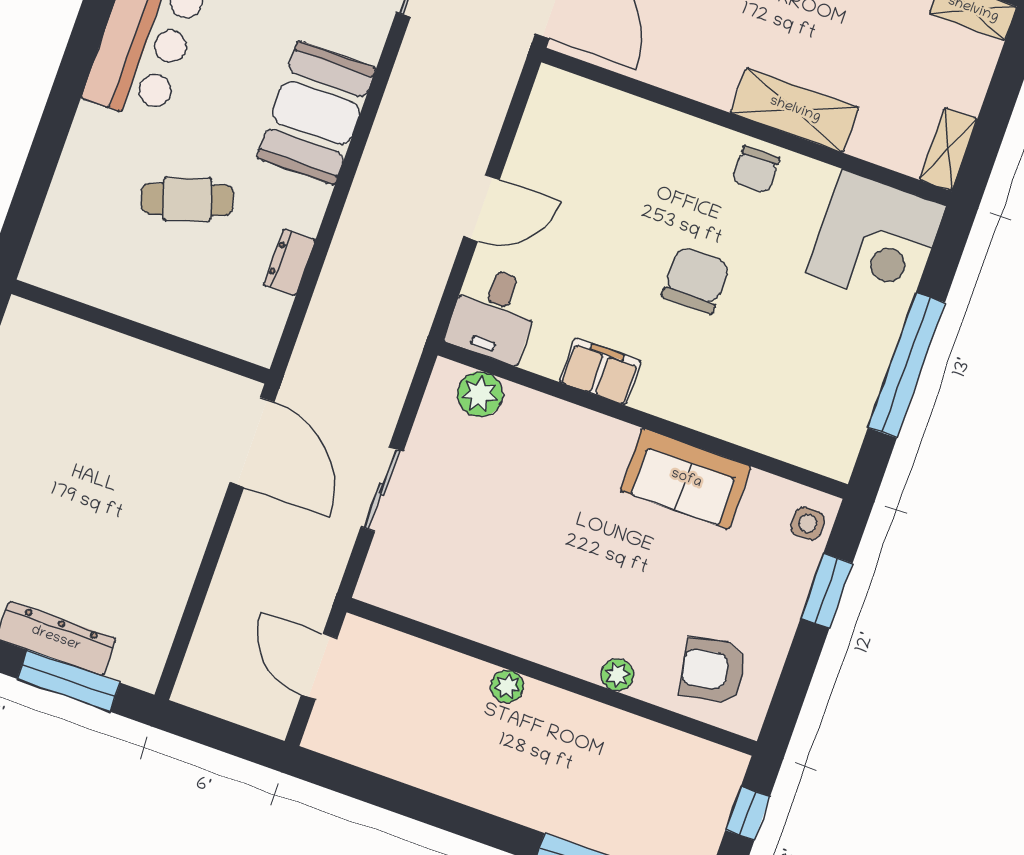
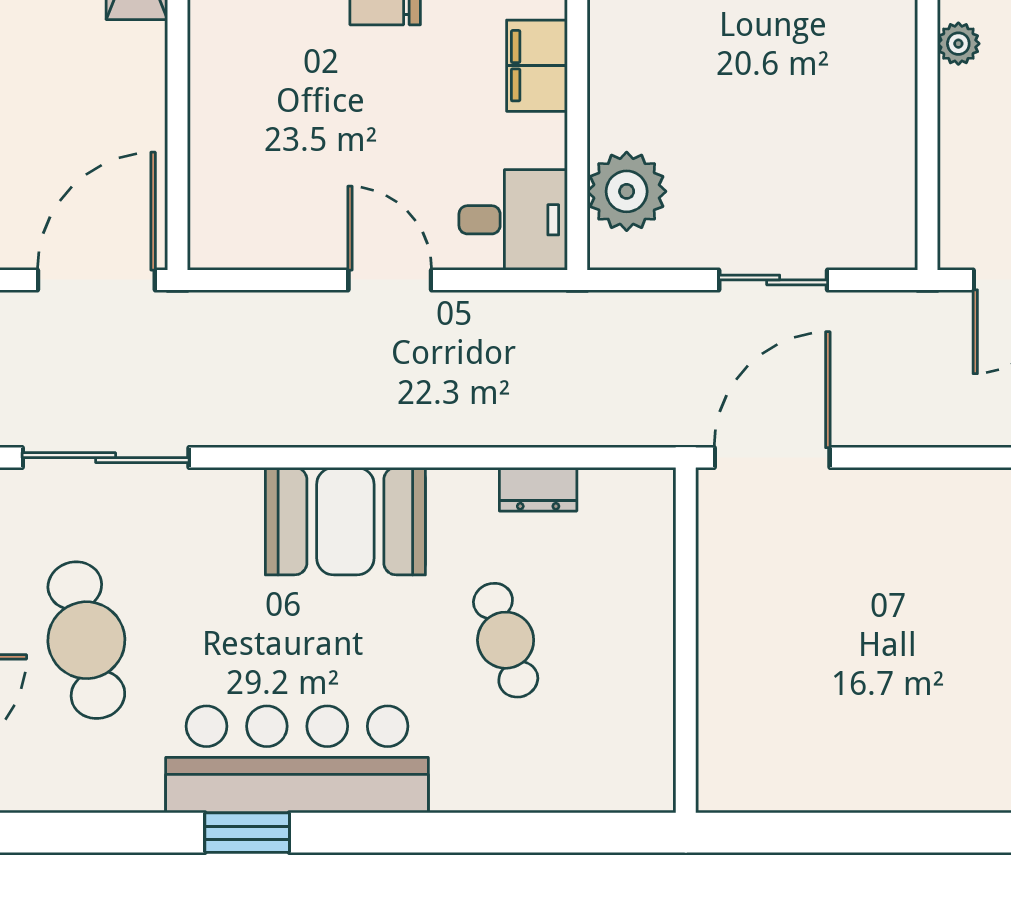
plant: (480, 394) -> (627, 191), width x1.36, depth x1.36

